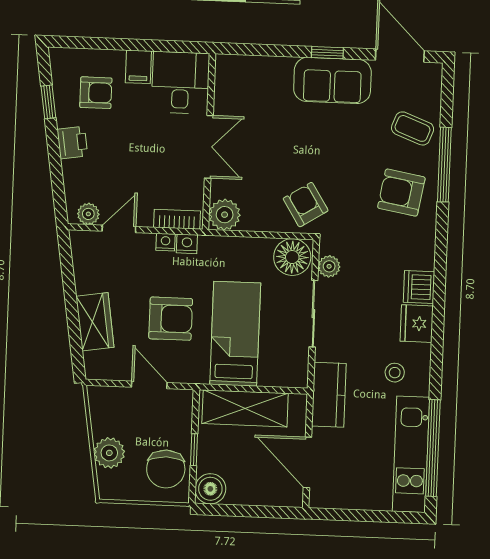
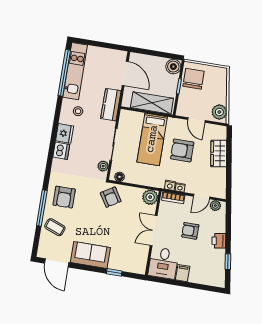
window: (327, 53) -> (114, 272), moved
armchair: (96, 93) -> (190, 231), moved
armchair: (401, 193) -> (64, 197), turned 80
floor lamp: (292, 257) -> (120, 177), width x0.53, depth x0.53
plant: (109, 453) -> (219, 112), moved

